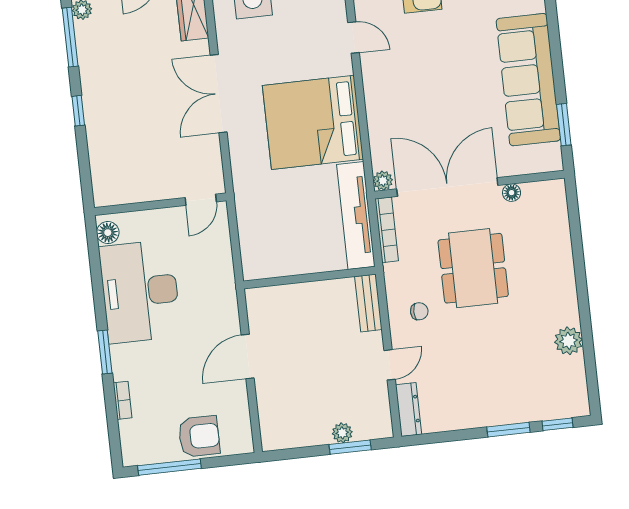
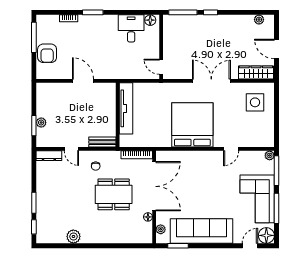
window: (70, 37) -> (183, 12), moved
plant: (383, 181) -> (161, 229), moved
tv unit: (356, 215) -> (126, 108), moved, turned 90
desk: (140, 292) -> (131, 28), width x0.53, depth x0.77

